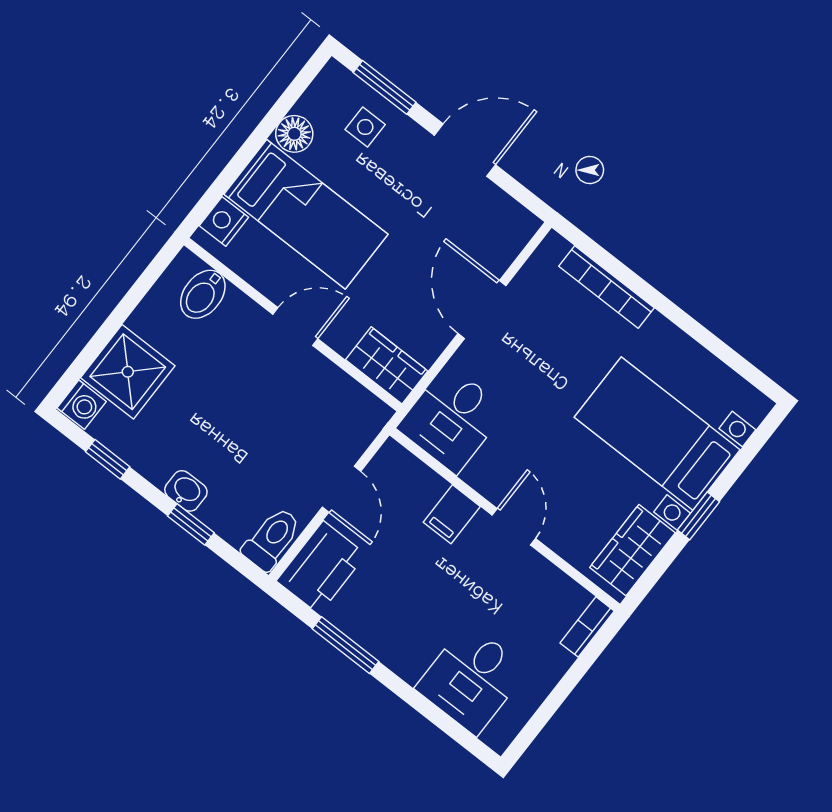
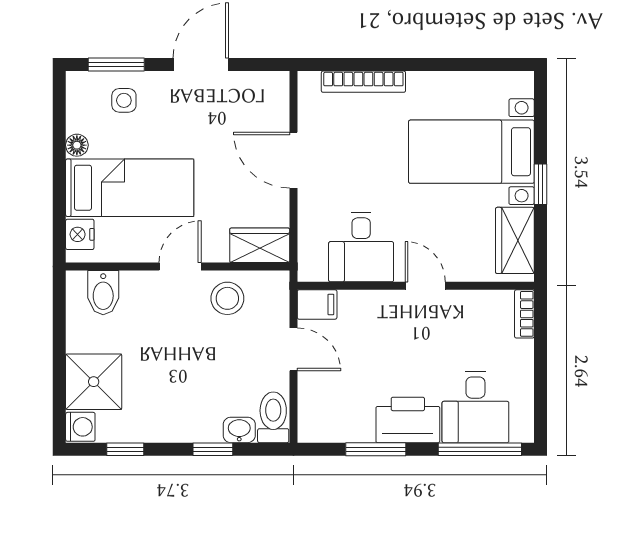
floor lamp: (294, 134) -> (77, 145), width x0.73, depth x0.73
stool: (317, 392) -> (227, 298), added
desk: (452, 419) -> (361, 247), moved
washbasin: (186, 491) -> (239, 430), moved
filing cabinet: (452, 514) -> (317, 304), moved, turned -90
printer: (321, 568) -> (408, 420), moved, turned -90
window: (444, 722) -> (480, 449), added

